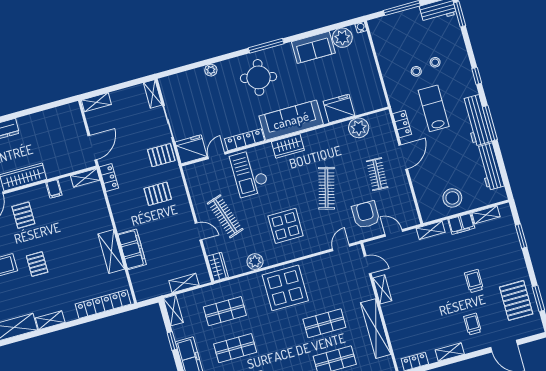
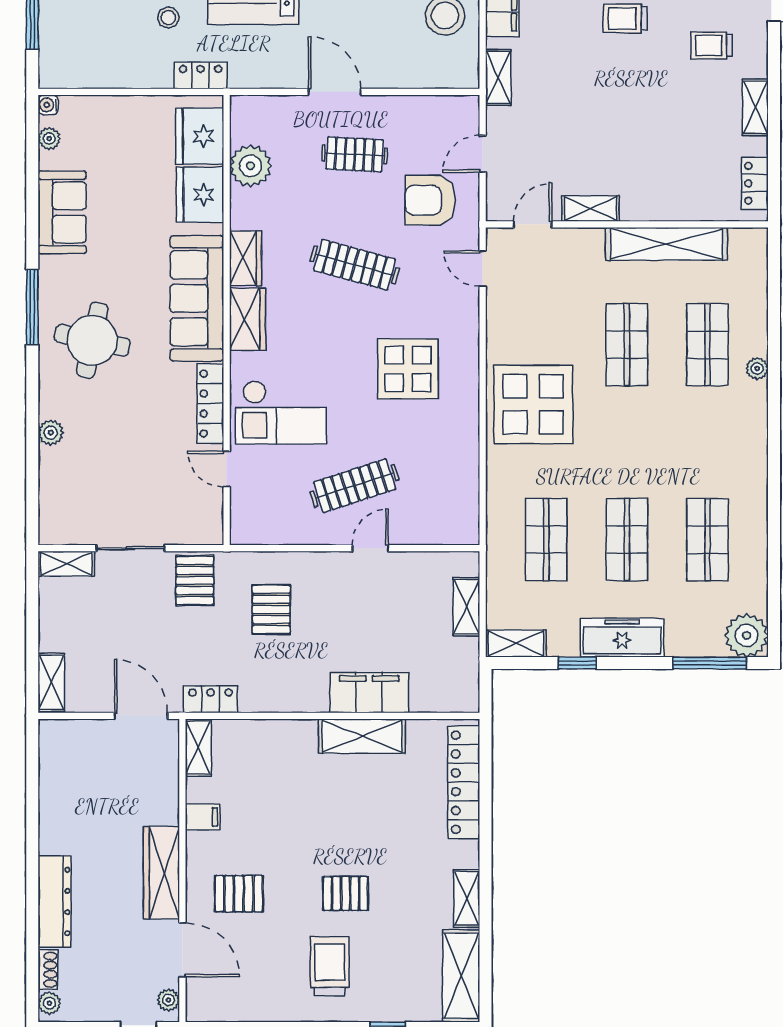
plant: (342, 38) -> (49, 139), width x0.53, depth x0.53
locker: (402, 124) -> (201, 76), moved
fridge: (191, 149) -> (200, 136), moved
plant: (255, 262) -> (463, 451), removed
wardrobe: (218, 267) -> (245, 258), moved, turned 90

